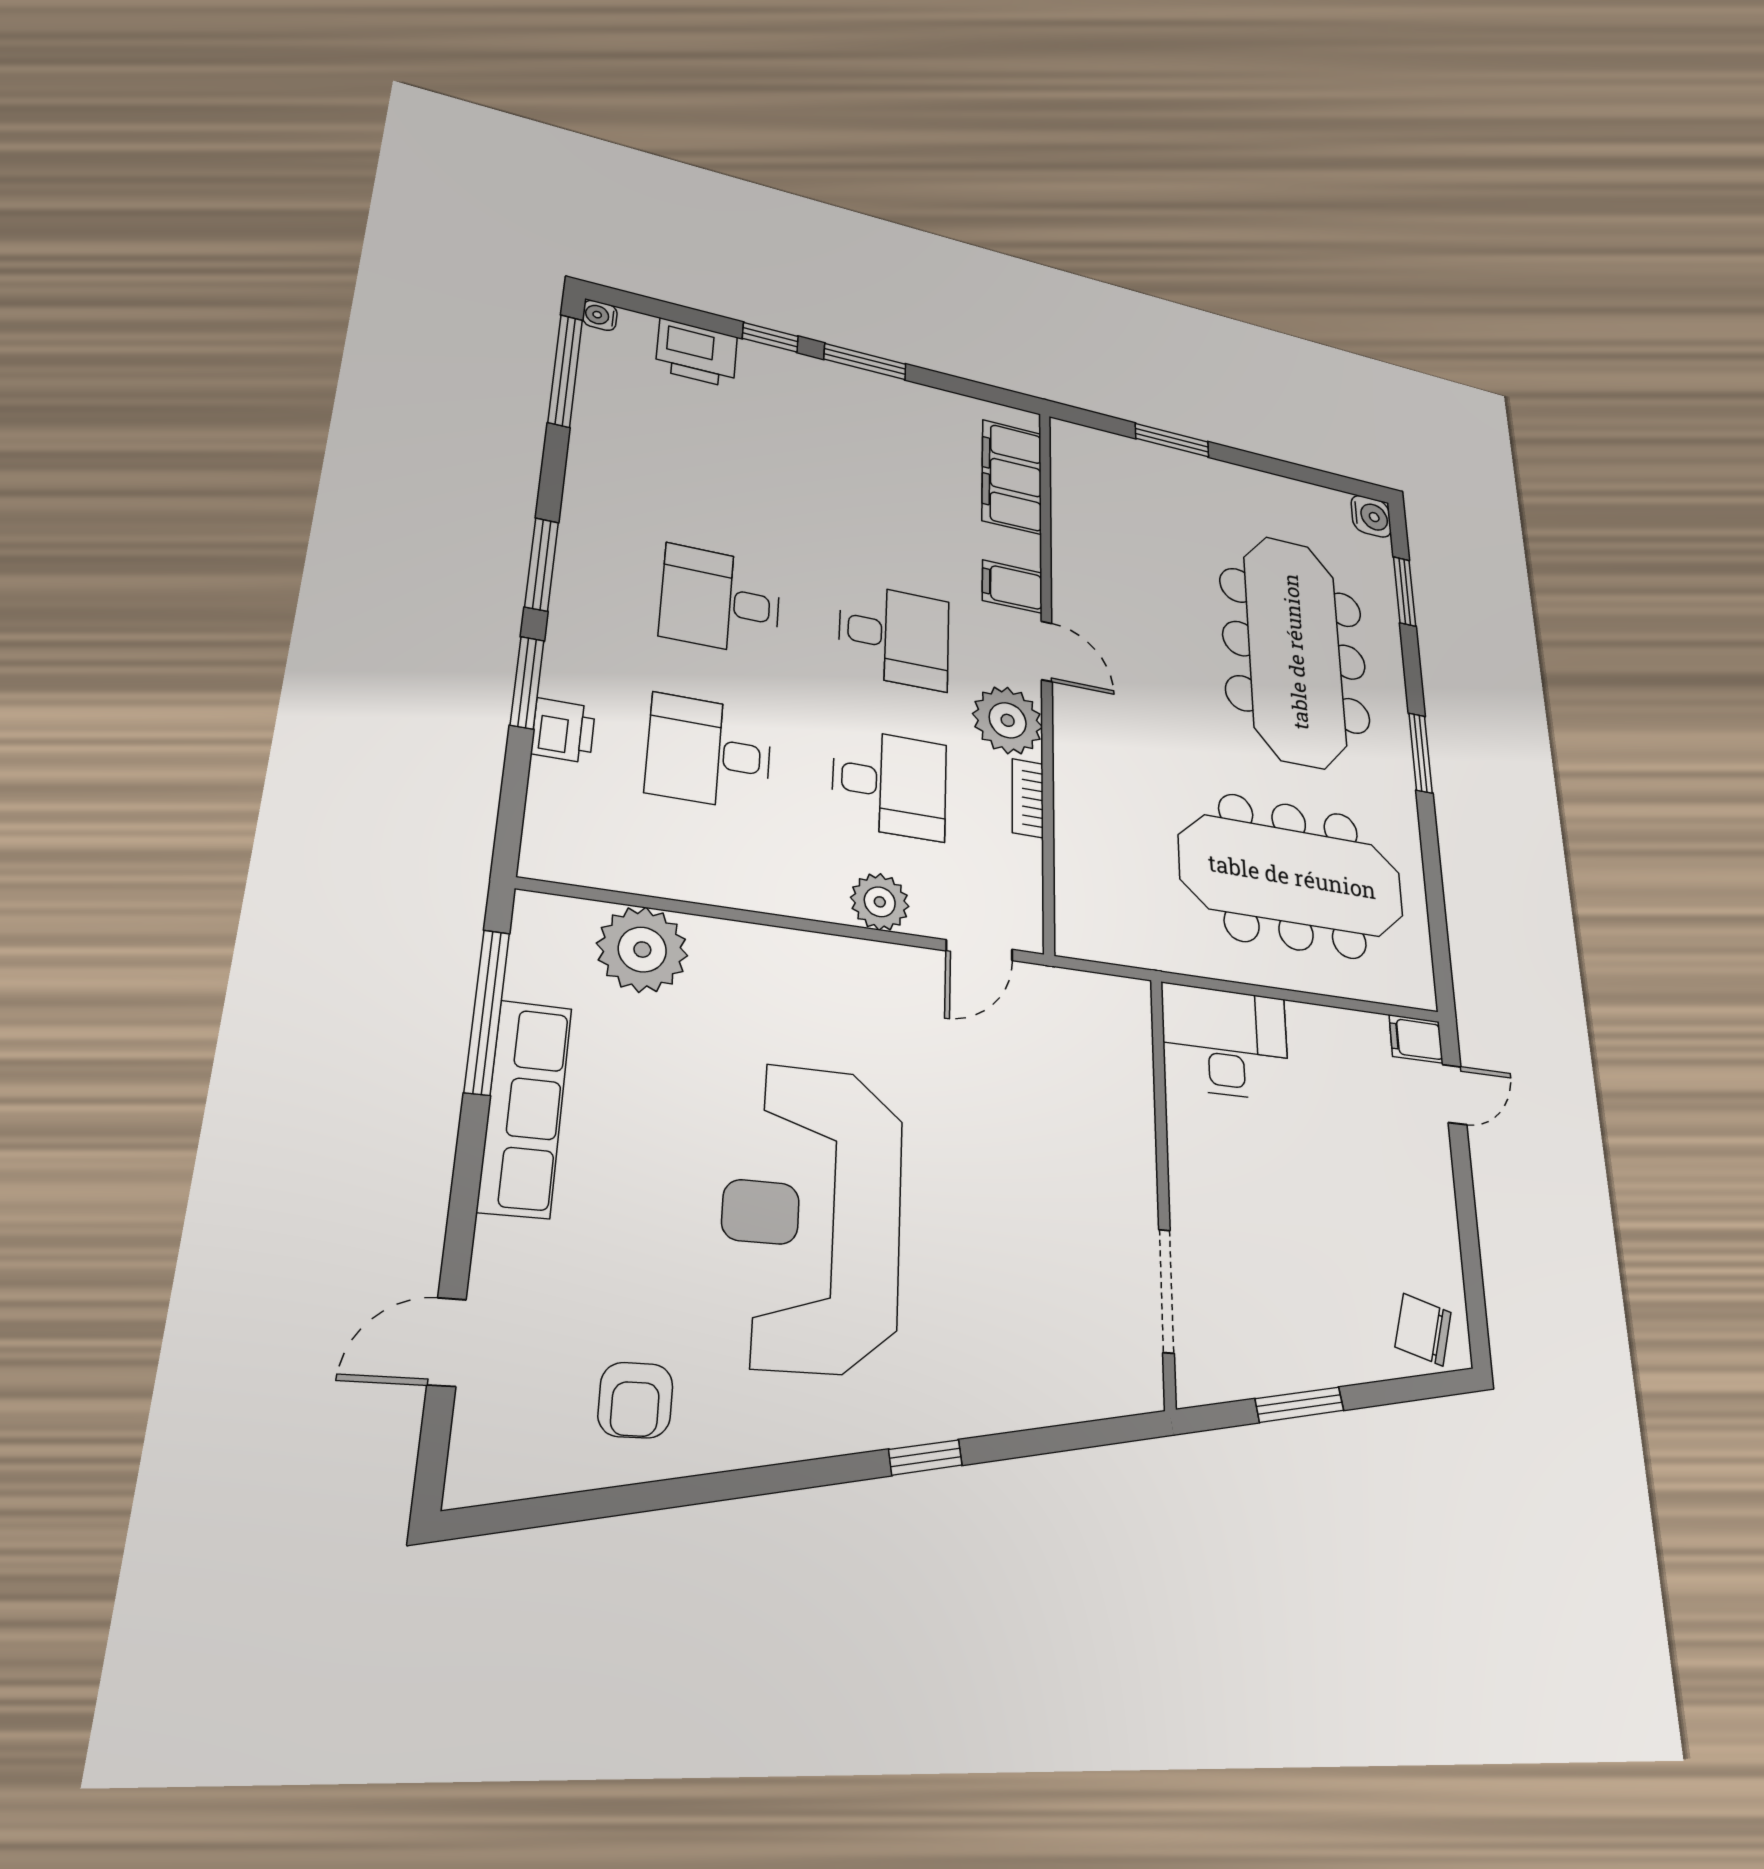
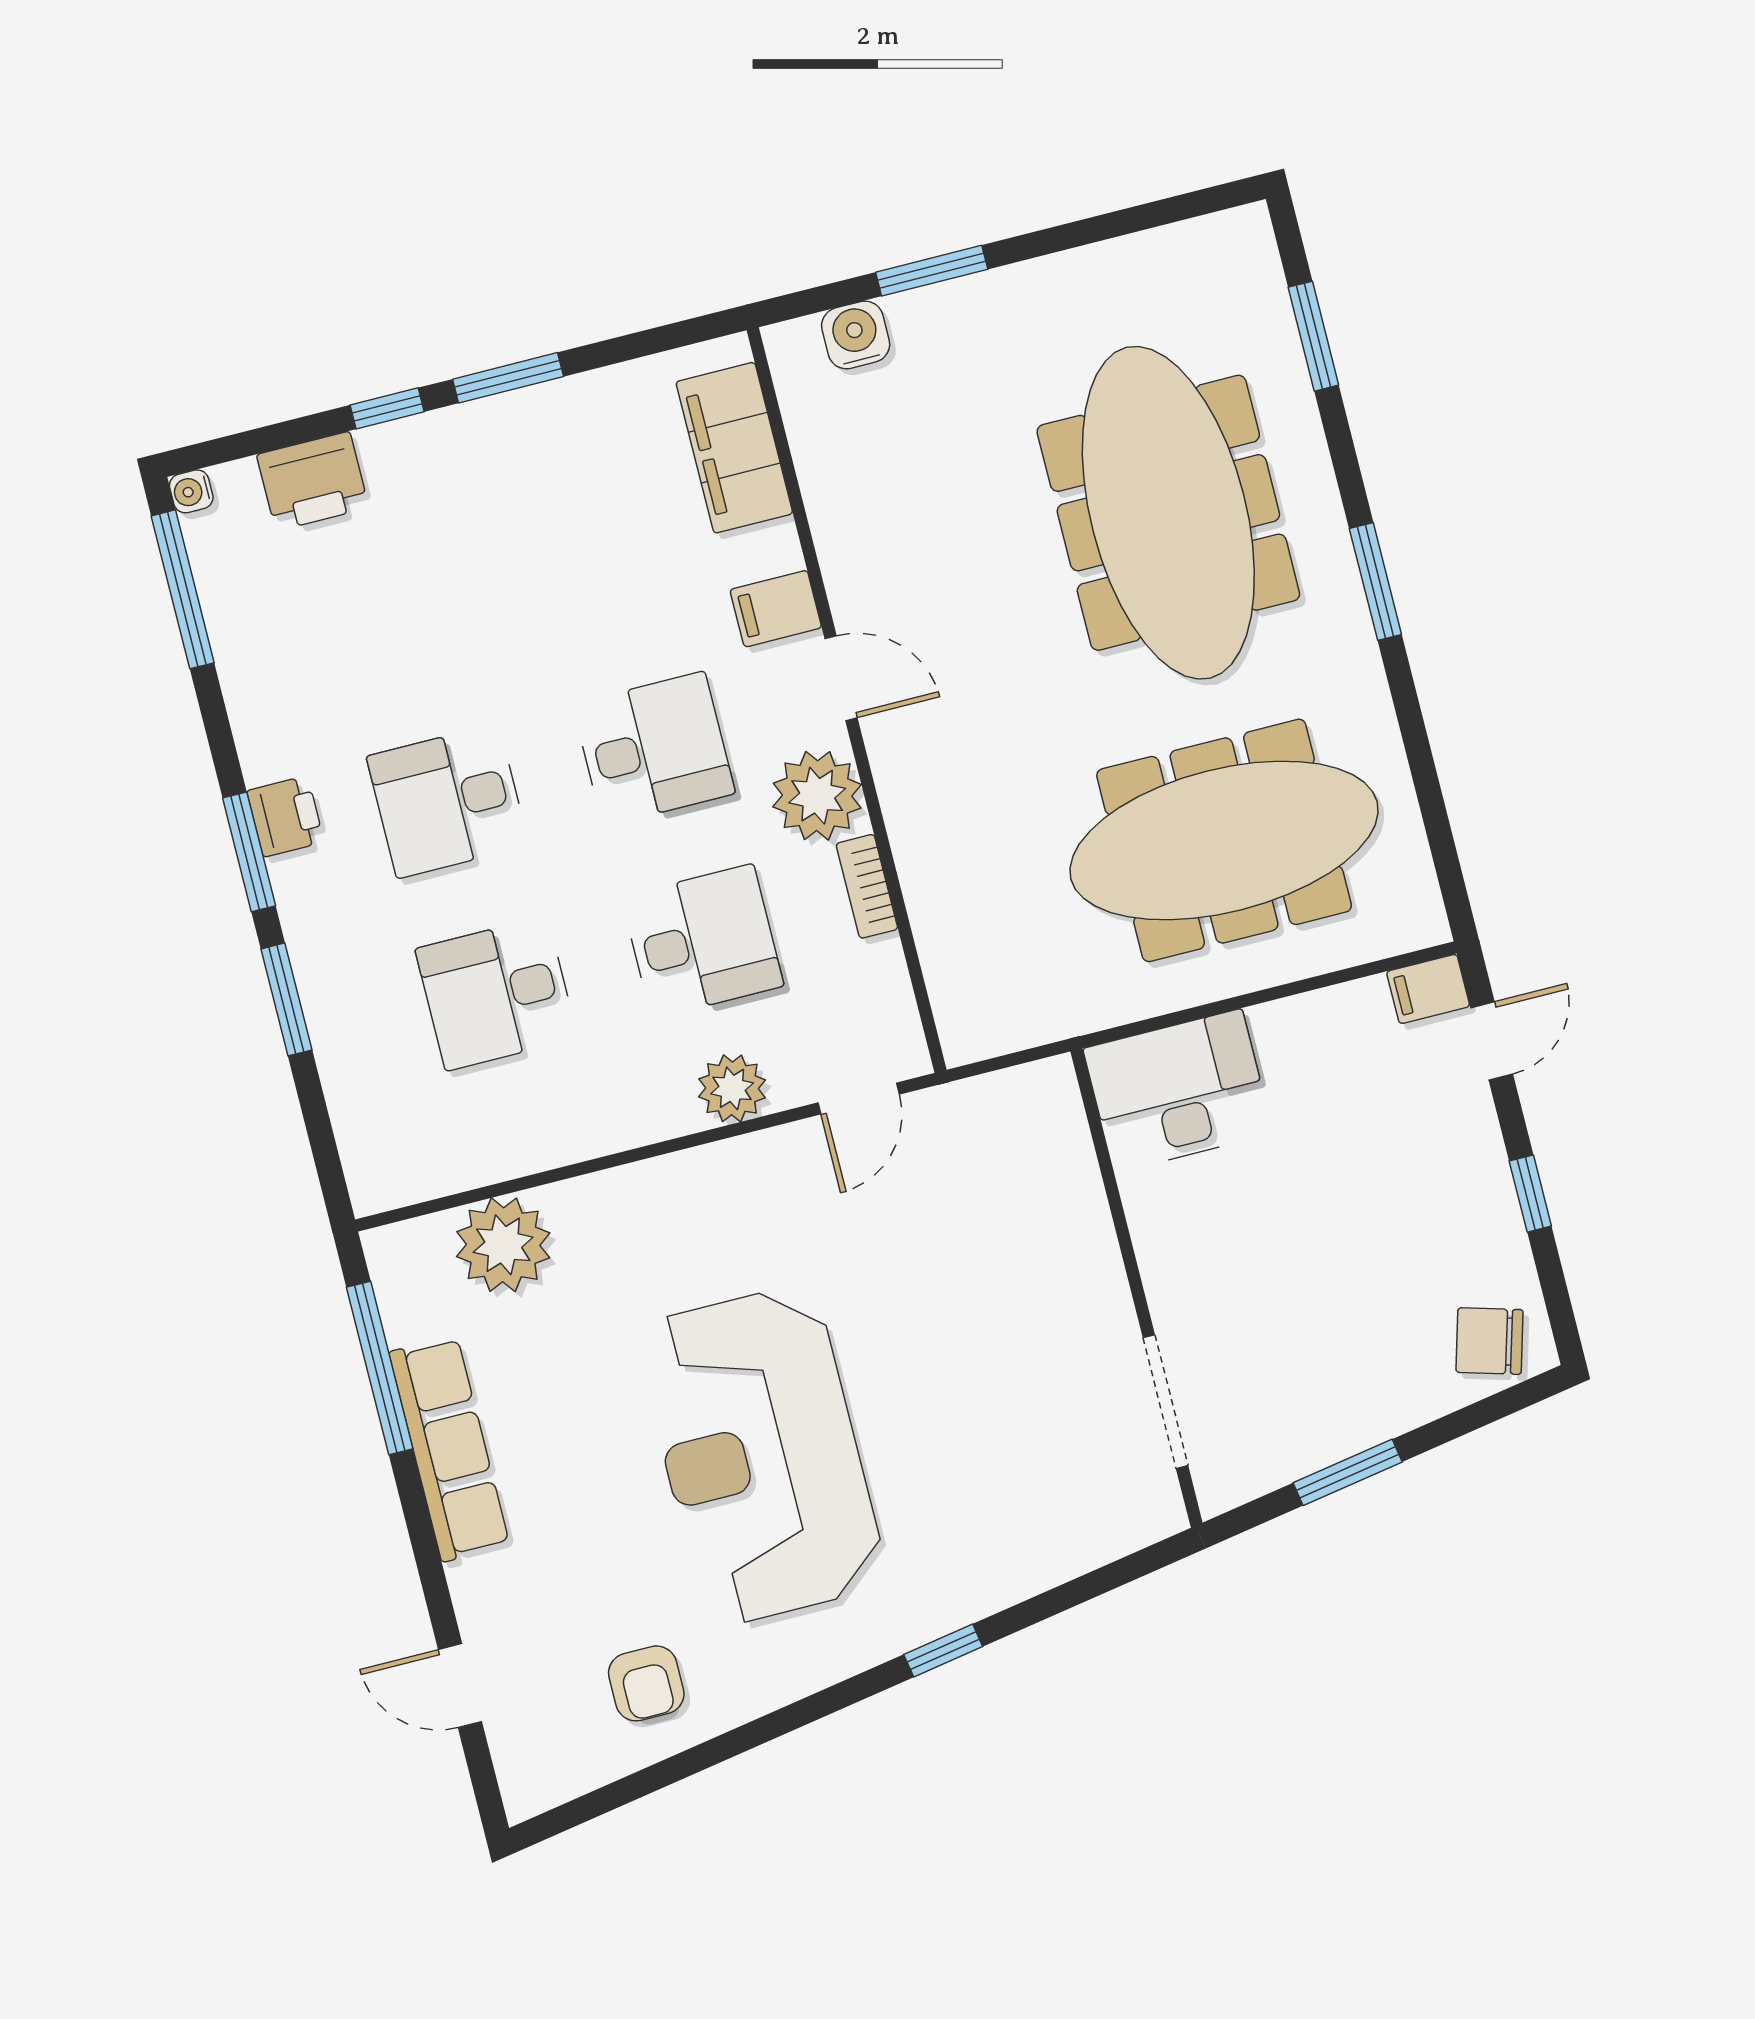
water cooler: (1371, 516) -> (856, 335), moved, turned -90
printer: (563, 731) -> (285, 816), moved
window: (1467, 1221) -> (1530, 1194), added
door: (447, 1342) -> (460, 1686), hinge flipped

